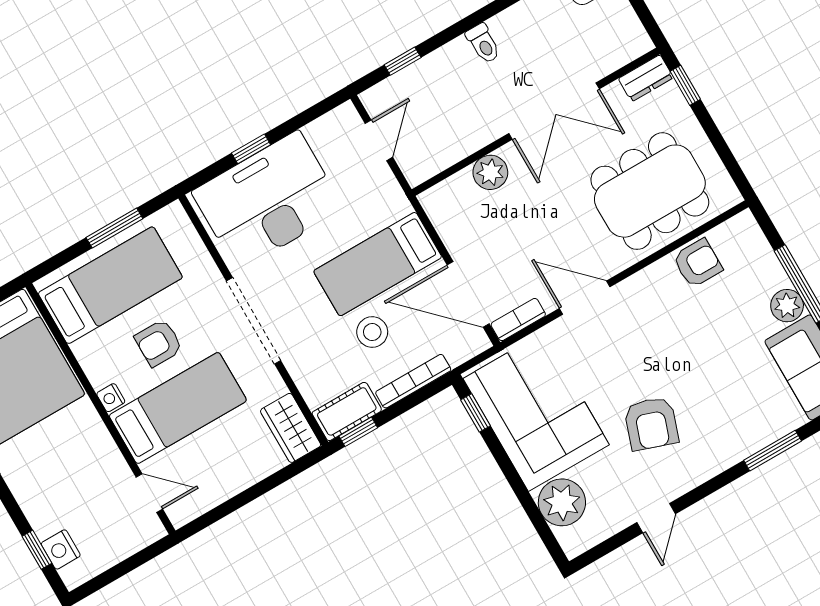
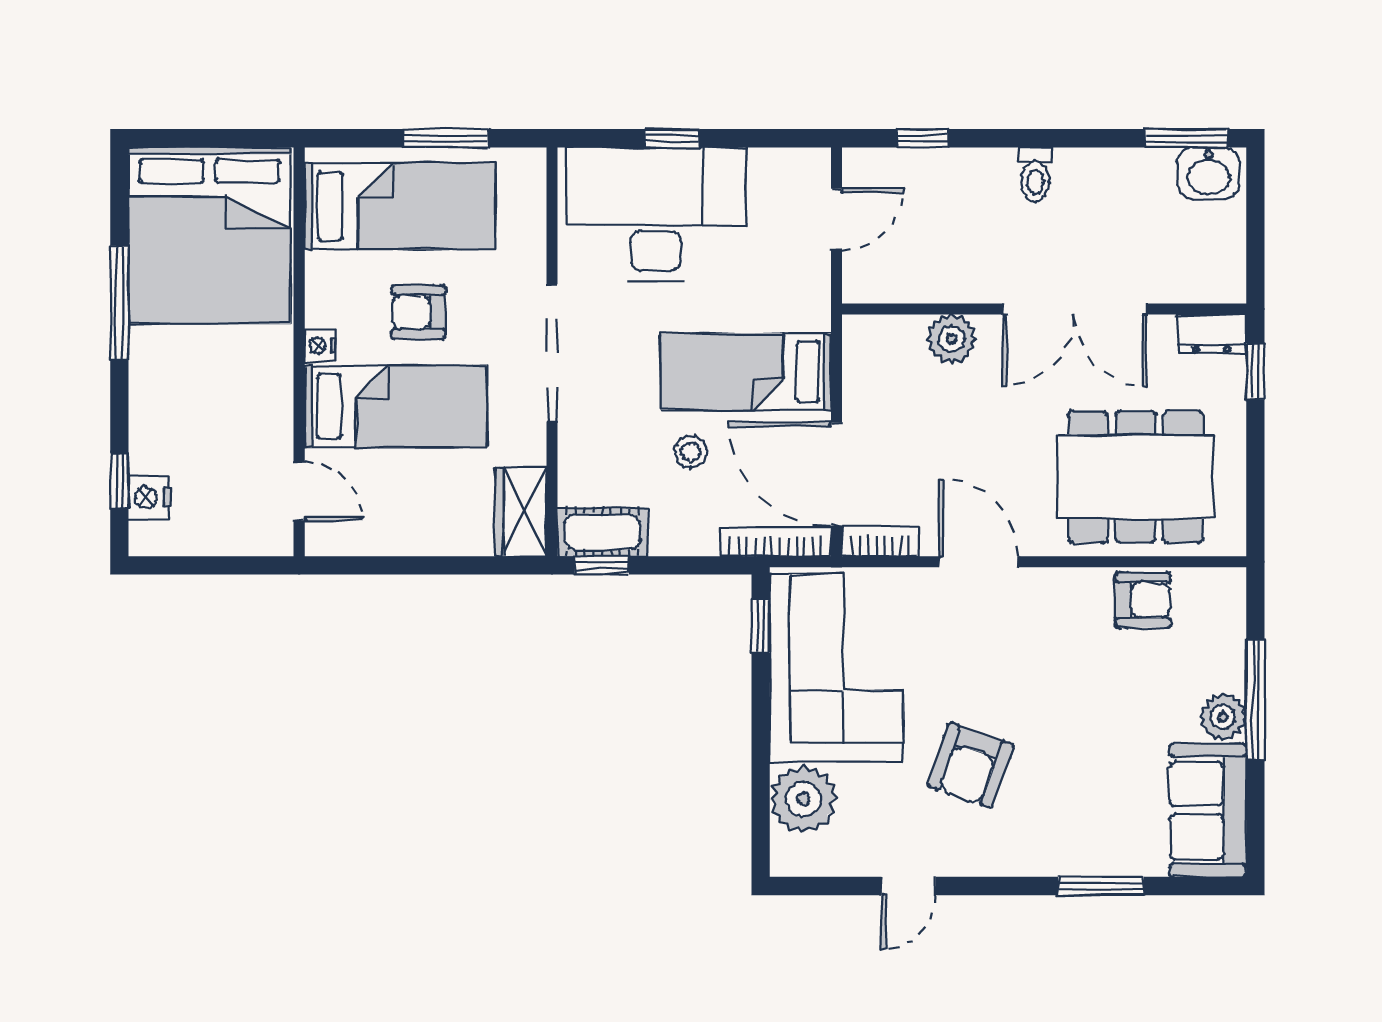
stool: (372, 332) -> (691, 452), width x0.73, depth x0.73
bookcase: (413, 381) -> (775, 542), moved

